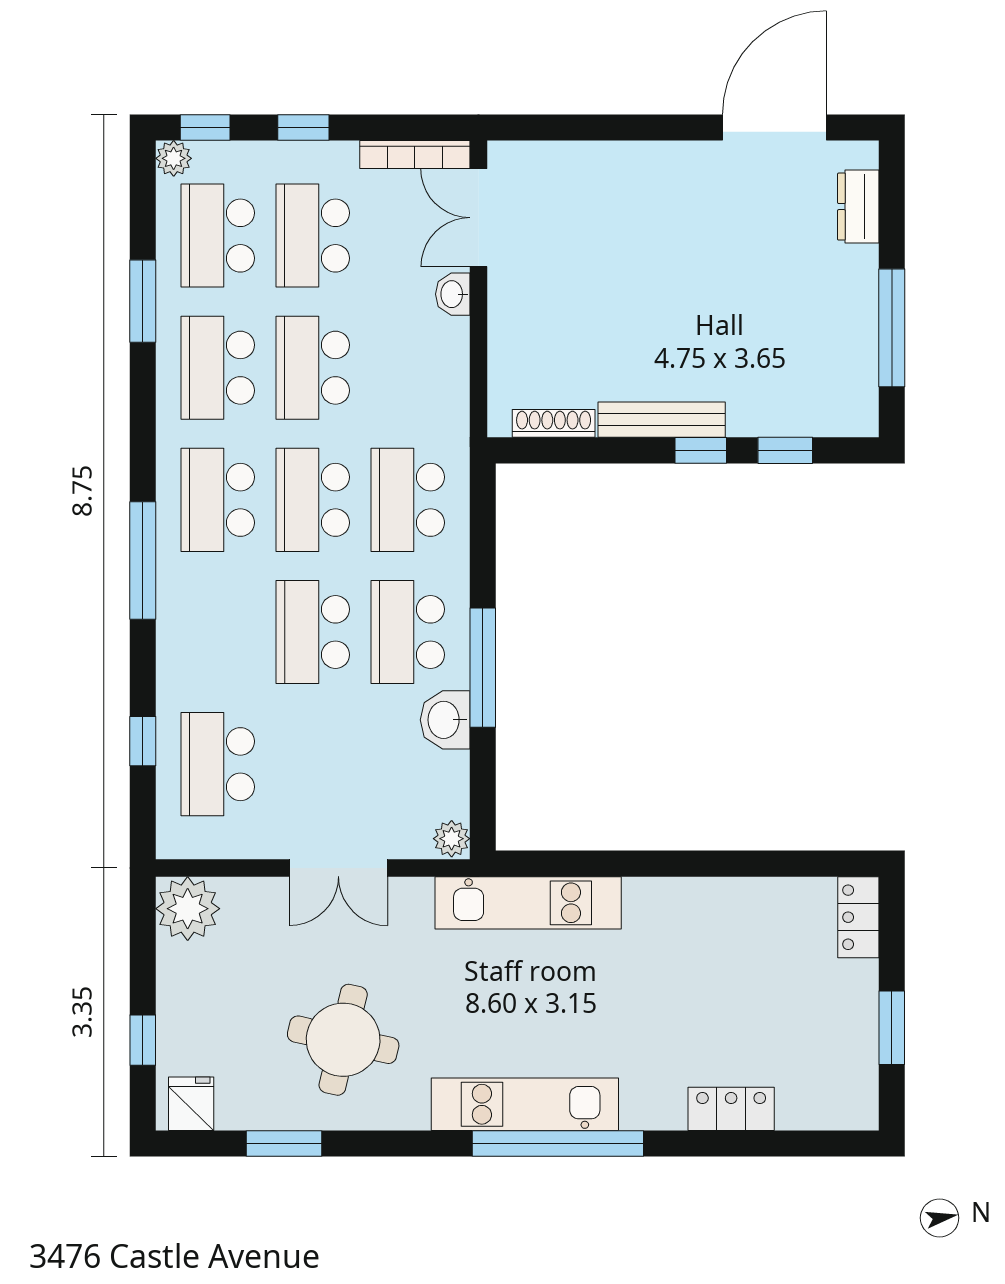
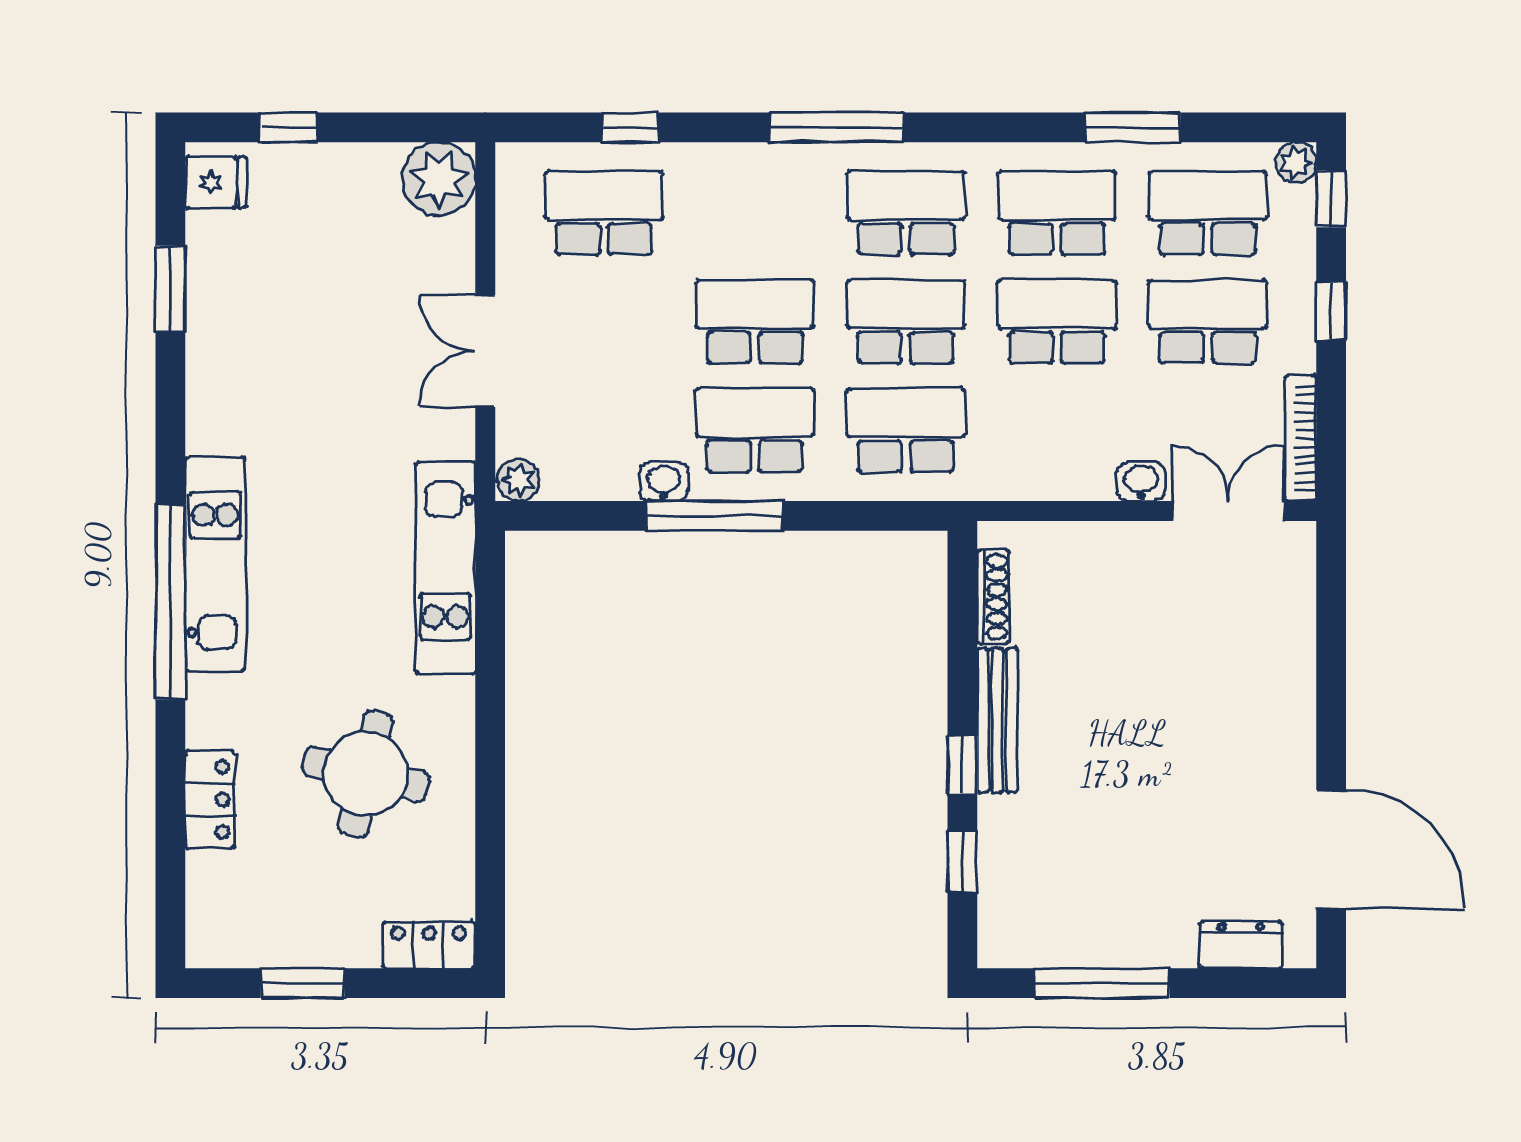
washbasin: (445, 720) -> (664, 482), width x0.72, depth x0.69
round table: (343, 1040) -> (366, 774), moved

